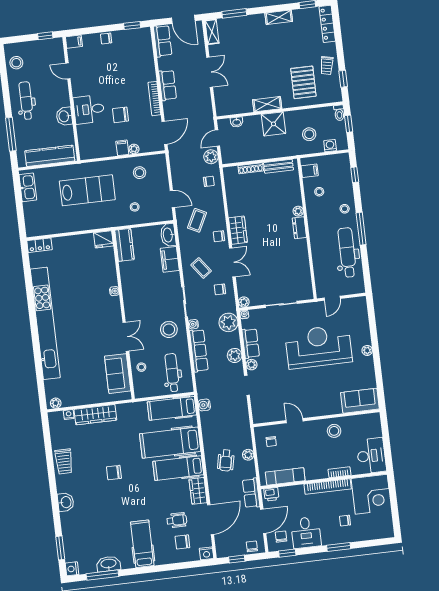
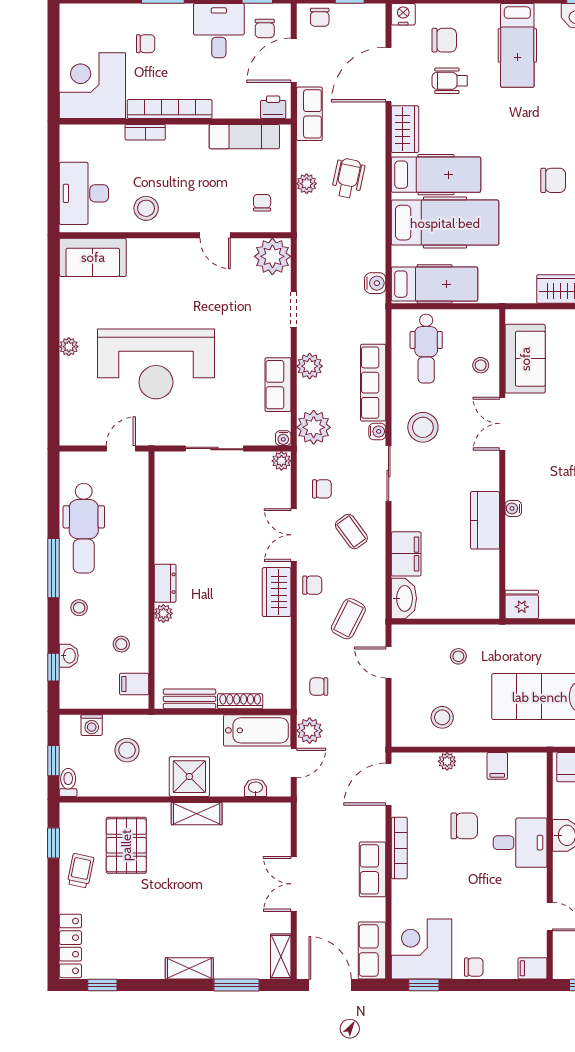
shelving: (279, 17) -> (189, 968), moved
corner desk: (136, 45) -> (421, 949), added
filing cabinet: (122, 148) -> (497, 766), moved
bathtub: (239, 153) -> (257, 730), added
washbasin: (347, 182) -> (69, 656), added
kitchen counter: (124, 245) -> (485, 520), moved
plant: (251, 365) -> (272, 256), moved, width x1.87, depth x1.87
desk: (371, 456) -> (84, 193), moved

